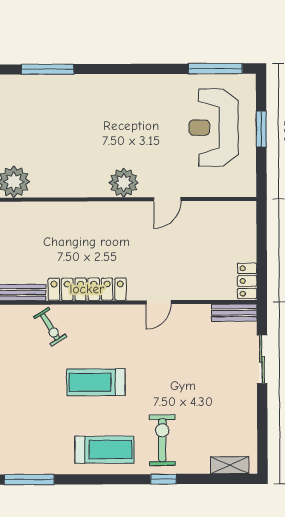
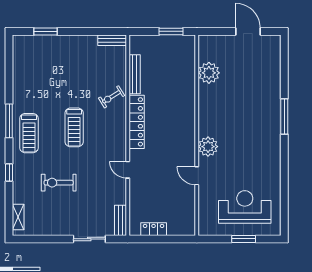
window: (48, 69) -> (284, 117), moved
window: (215, 69) -> (284, 208), removed
locker: (247, 281) -> (154, 229), moved
treadmill: (96, 382) -> (74, 127), turned 180
exercise bike: (162, 440) -> (59, 183), moved, turned 180
window: (29, 480) -> (9, 121), moved

